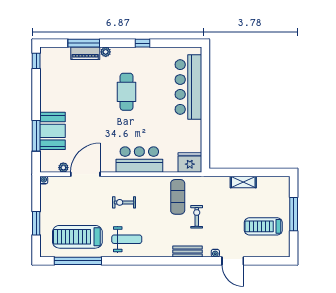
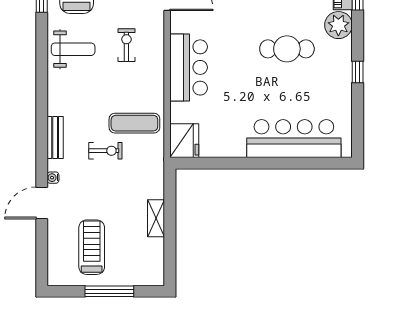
plant: (106, 52) -> (338, 25), width x1.87, depth x1.87
weight bench: (127, 239) -> (73, 49), turned -90

